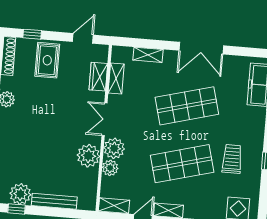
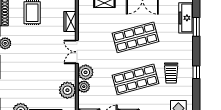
shelving: (116, 79) -> (83, 22), removed
plant: (88, 156) -> (67, 90), moved
trolley: (232, 159) -> (171, 73), turned 180

